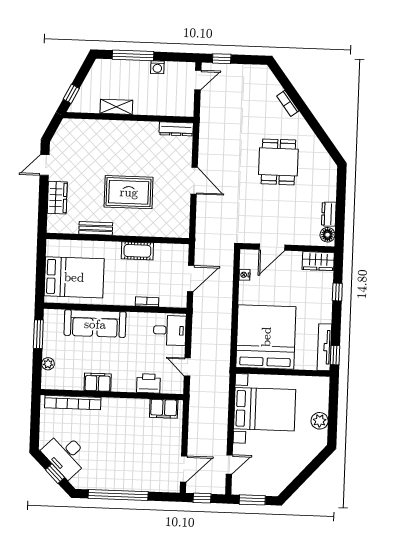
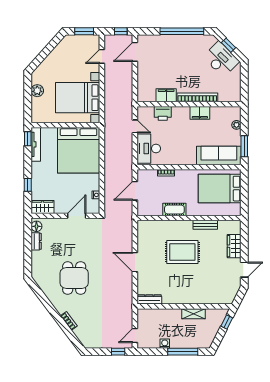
sofa: (95, 324) -> (219, 155), moved
desk: (170, 330) -> (149, 149), width x1.37
bookcase: (73, 403) -> (197, 97), moved
filing cabinet: (164, 409) -> (166, 95), moved

